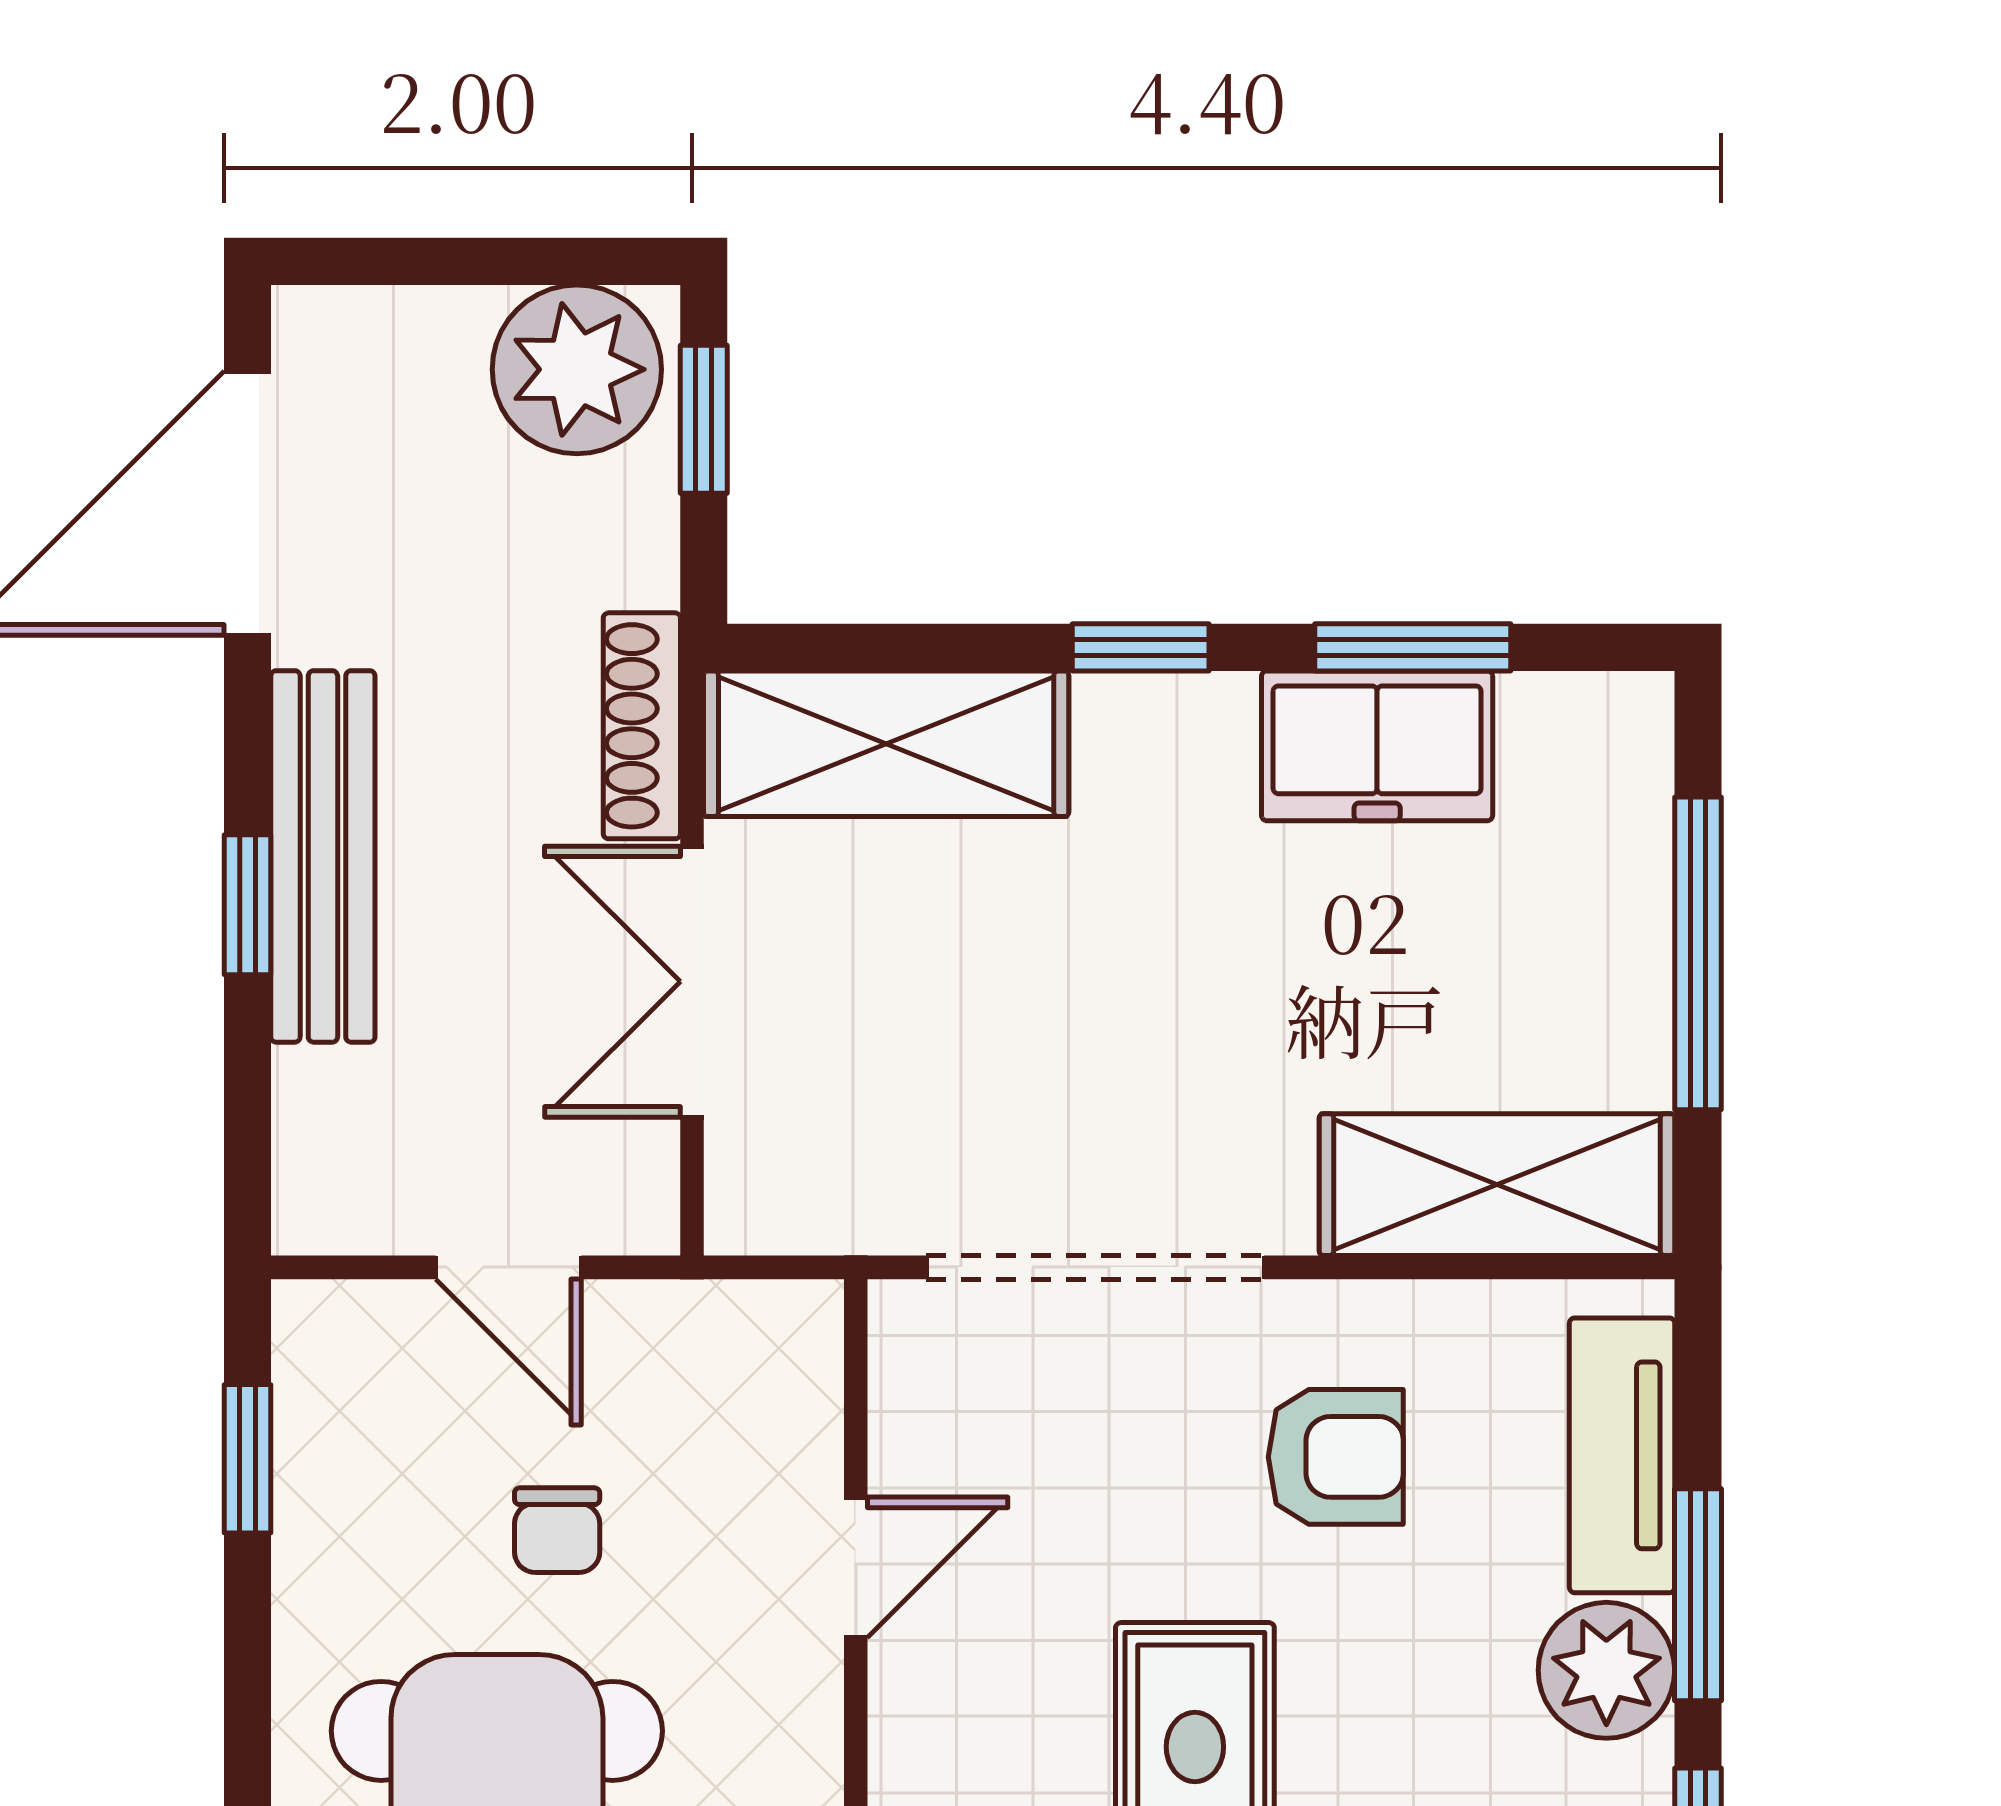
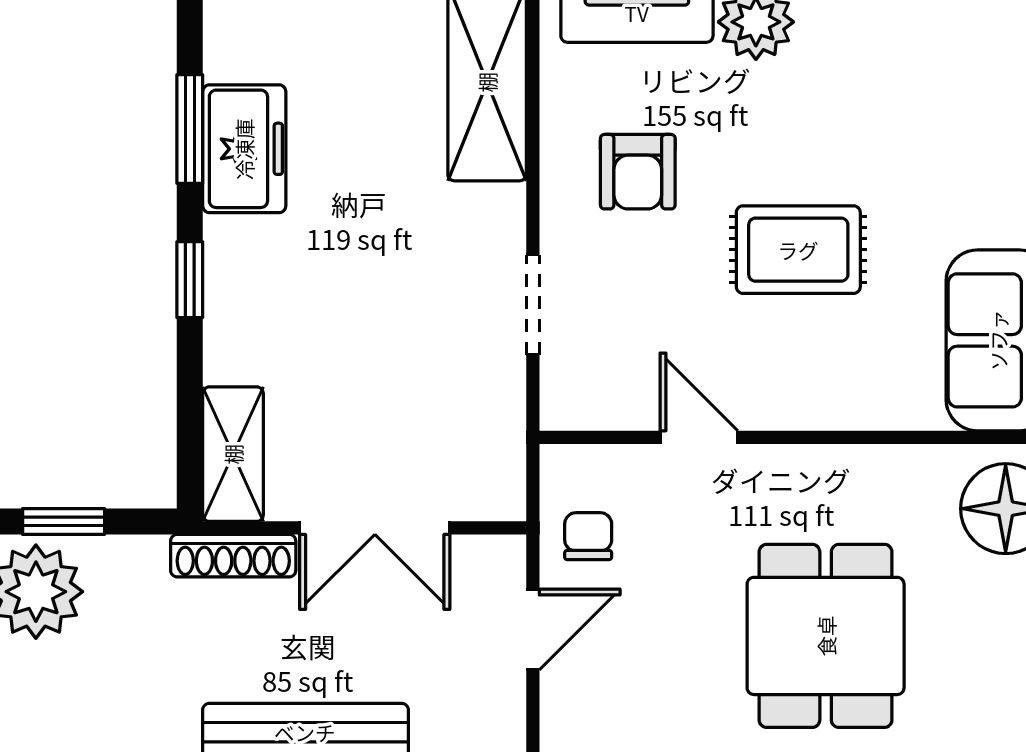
shelving: (886, 744) -> (233, 454), width x0.67, depth x0.75
doorway: (1095, 1267) -> (533, 305), width x0.53
armchair: (1336, 1457) -> (638, 172), turned 180
chair: (557, 1530) -> (588, 536), moved, turned -90

